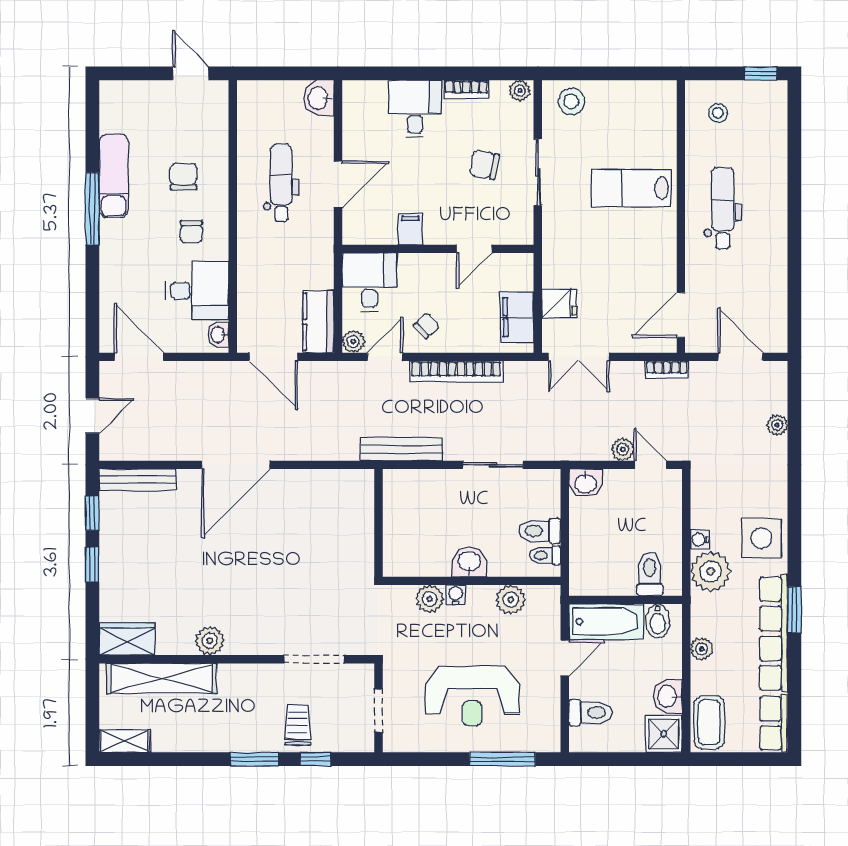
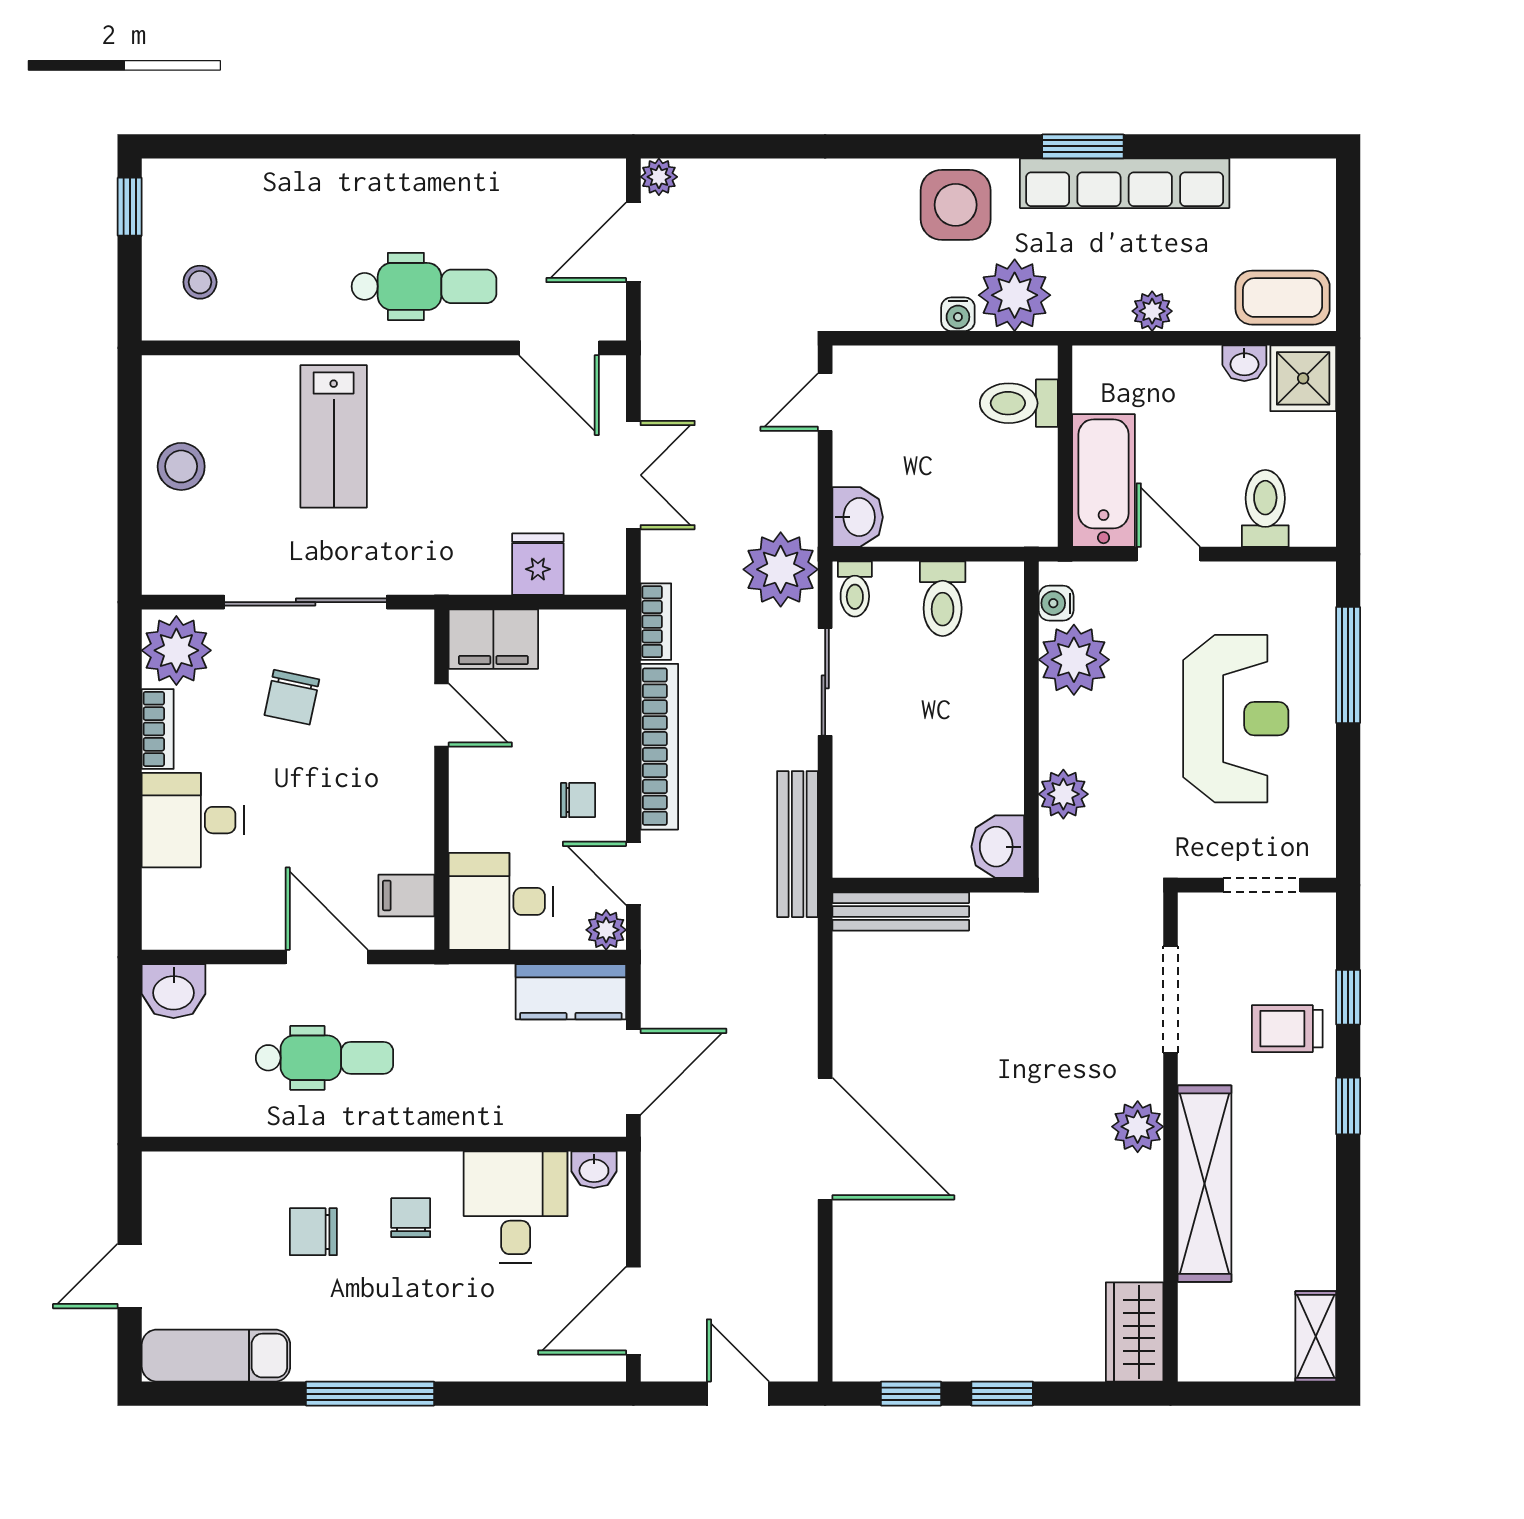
door: (191, 73) -> (130, 1276), moved
plant: (520, 91) -> (176, 650), width x1.87, depth x1.87
stool: (571, 101) -> (181, 466), moved
sliding door: (538, 172) -> (306, 602), width x1.37
exam couch: (114, 176) -> (216, 1356), moved
dental chair: (281, 183) -> (325, 1058), turned 180
dental chair: (723, 208) -> (424, 286), moved, turned 180
filing cabinet: (410, 229) -> (406, 895), moved
chair: (191, 232) -> (411, 1218), turned -90
filing cabinet: (517, 317) -> (493, 639), moved
chair: (426, 326) -> (578, 800), turned 133
double door: (579, 357) -> (633, 475), moved
bookcase: (667, 370) -> (656, 622), moved
plant: (777, 425) -> (659, 177), moved
plant: (623, 450) -> (781, 569), moved, width x1.88, depth x1.88
bench: (138, 480) -> (901, 911), moved, turned 90
toilet: (545, 555) -> (855, 589), moved
washbasin: (469, 562) -> (998, 847), moved
water cooler: (456, 595) -> (1056, 603), moved
plant: (511, 600) -> (1074, 660), width x1.36, depth x1.36
bidet: (658, 621) -> (1103, 389), removed
plant: (210, 641) -> (1138, 1127), moved
shelving: (162, 678) -> (1205, 1184), moved
washbasin: (668, 696) -> (1244, 363), width x0.72, depth x0.69
row of seats: (774, 723) -> (1285, 183), removed
window: (254, 759) -> (1348, 1106), width x0.67

